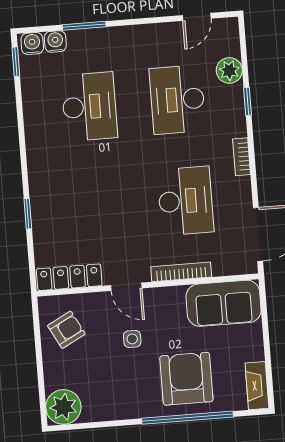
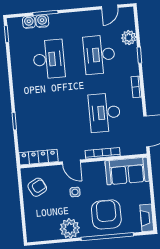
water cooler: (32, 44) -> (42, 21), moved
desk: (185, 201) -> (105, 113), turned 180
plant: (63, 407) -> (70, 228), moved

